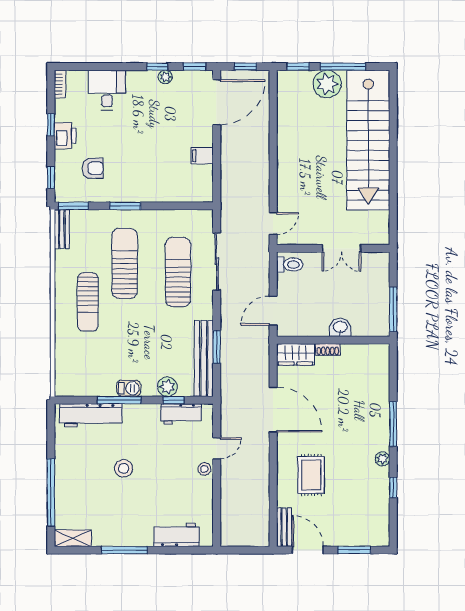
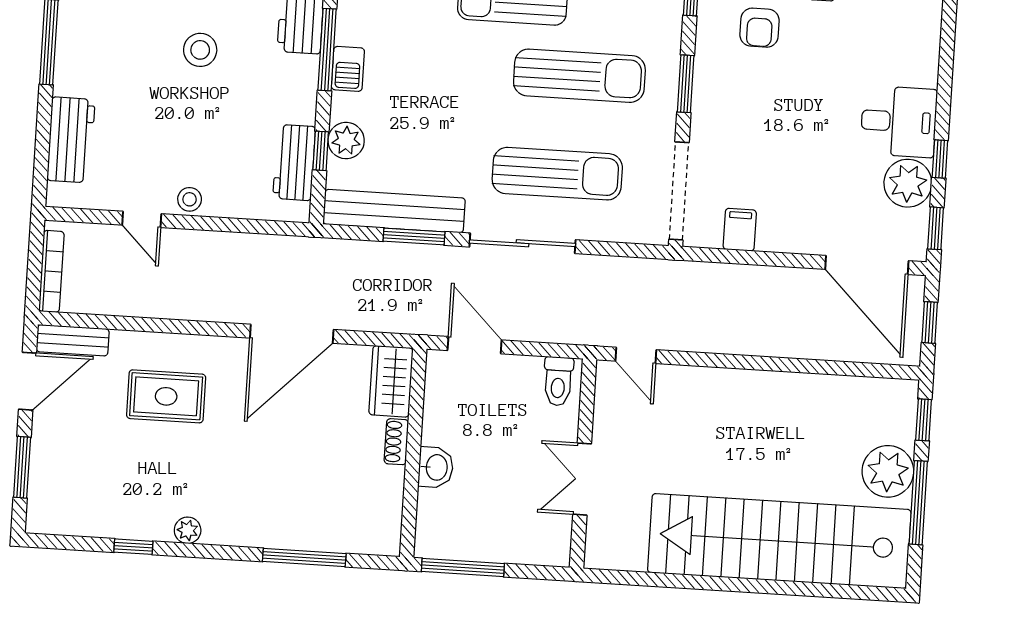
plant: (165, 77) -> (908, 183), width x1.88, depth x1.88
desk: (107, 90) -> (899, 122), moved
filing cabinet: (202, 156) -> (740, 230), moved
doorway: (183, 206) -> (679, 191), added
sliding door: (217, 261) -> (522, 243), moved
window: (393, 424) -> (304, 557), moved
door: (217, 448) -> (142, 219), moved
bookcase: (248, 541) -> (51, 271), added

